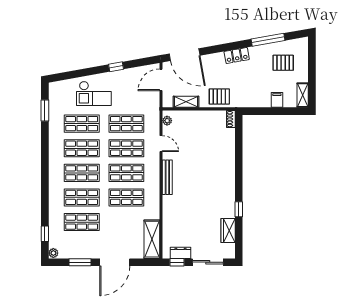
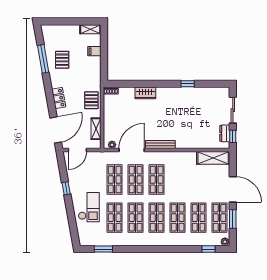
locker: (237, 55) -> (59, 98), moved
pallet: (283, 63) -> (62, 60), moved
door: (161, 80) -> (77, 150), hinge flipped
door: (161, 144) -> (132, 150), width x1.87
shop shelf: (126, 197) -> (220, 218), moved
wardrobe: (228, 231) -> (145, 93), moved

